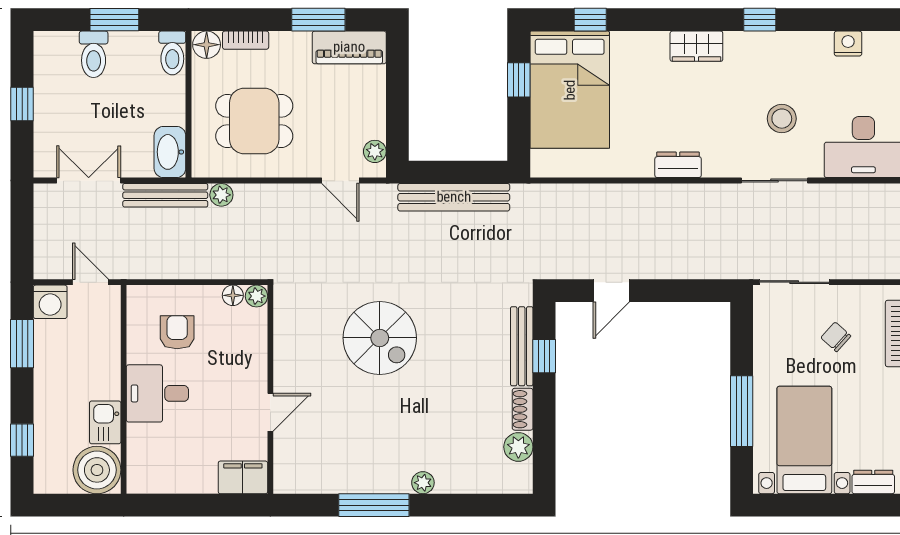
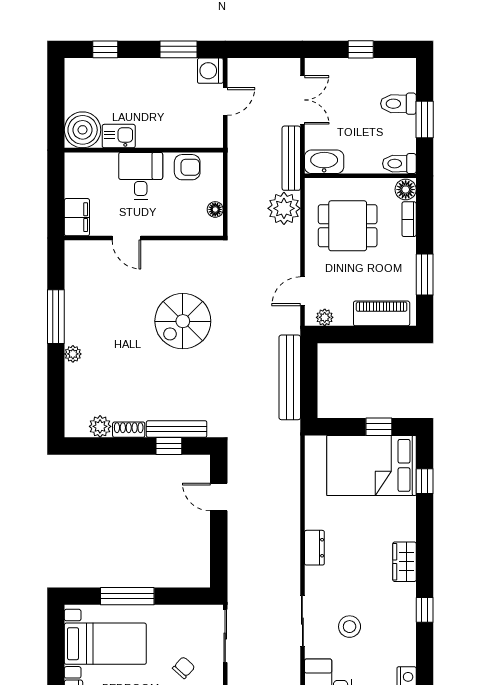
piano: (349, 47) -> (382, 313), moved, turned 90
dining table: (254, 121) -> (348, 226), turned 90
plant: (221, 195) -> (284, 208), width x1.88, depth x1.88
plant: (256, 296) -> (215, 227), removed
wall: (124, 389) -> (144, 150), moved
desk: (157, 393) -> (141, 176), moved
kitchen sink: (105, 422) -> (119, 136), moved
boiler: (97, 470) -> (83, 130), moved

